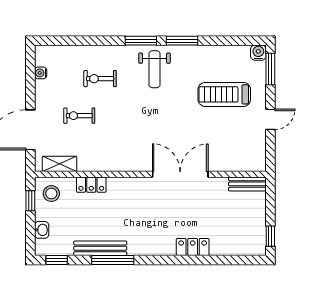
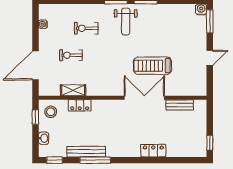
treadmill: (224, 94) -> (152, 66), moved
shelving: (59, 164) -> (73, 90), moved
bench: (247, 184) -> (180, 105), moved

